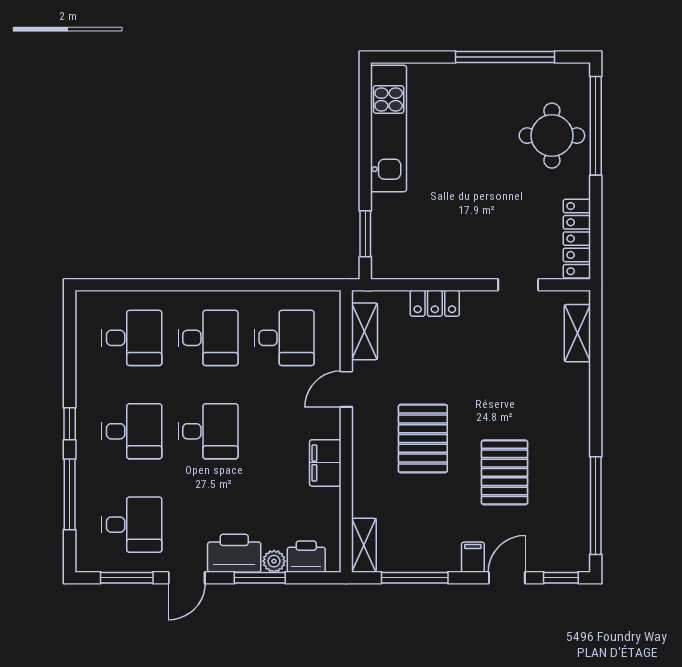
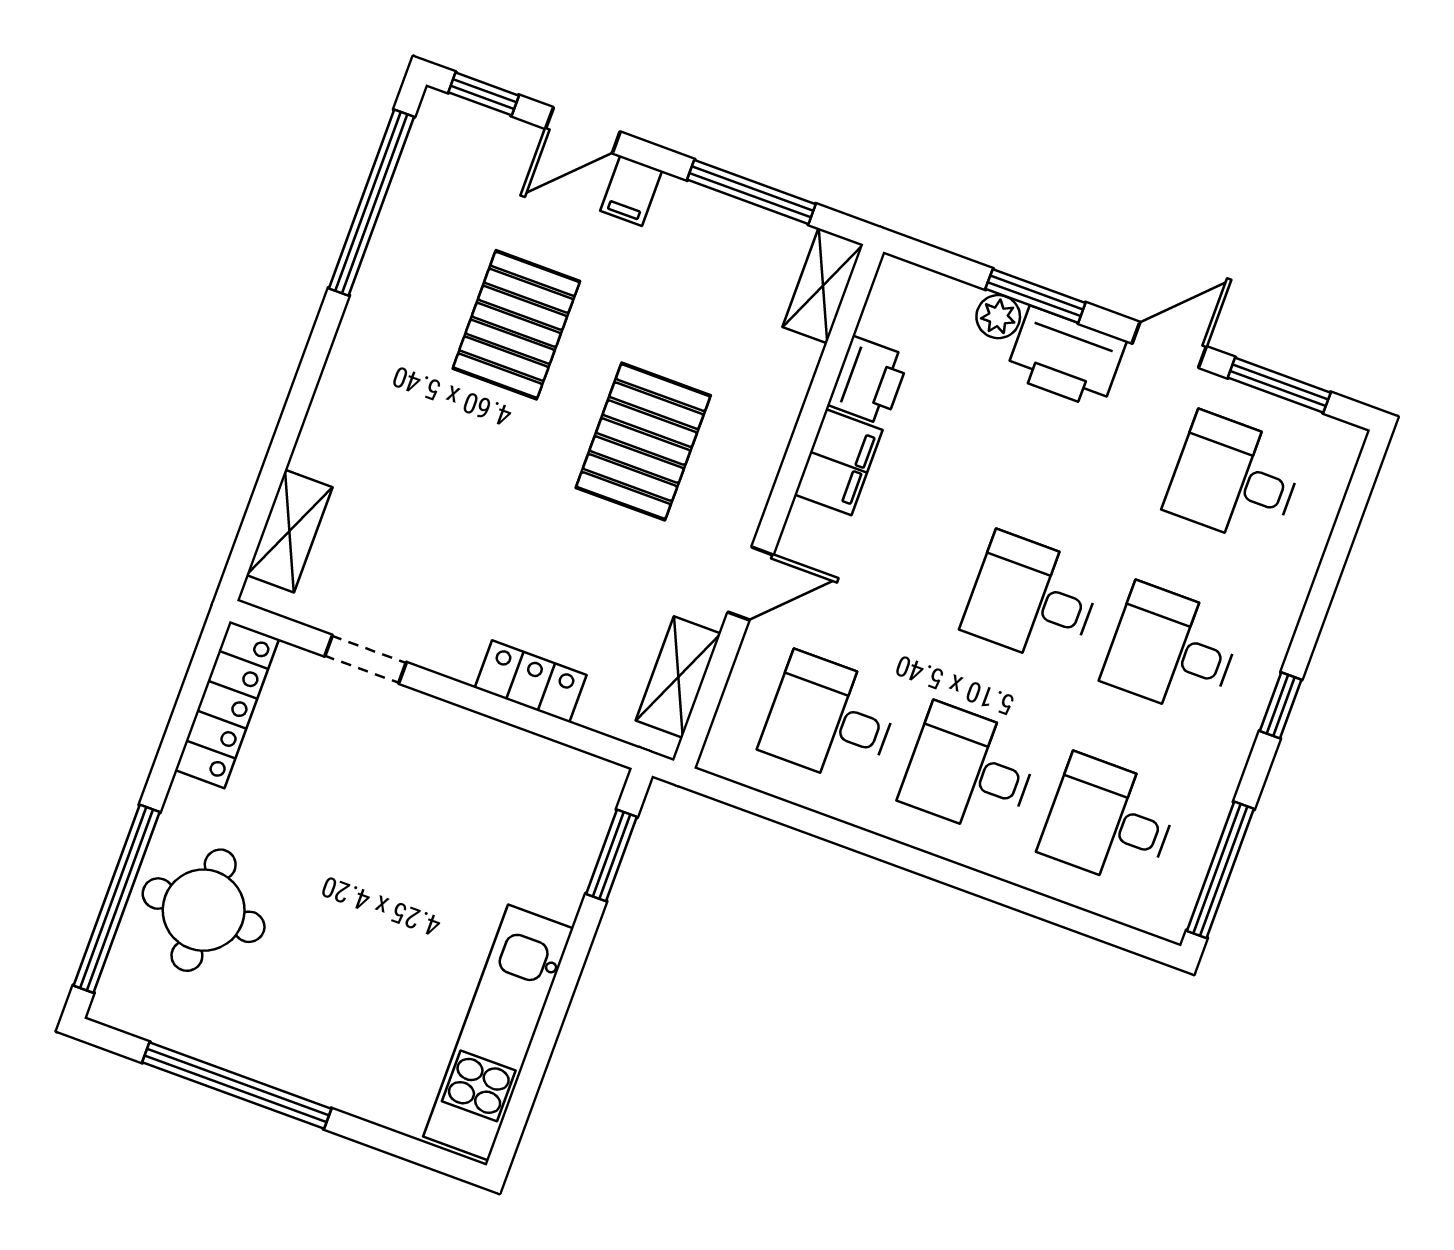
window: (70, 494) -> (1220, 870), moved
printer: (306, 557) -> (869, 381), moved, turned -90

